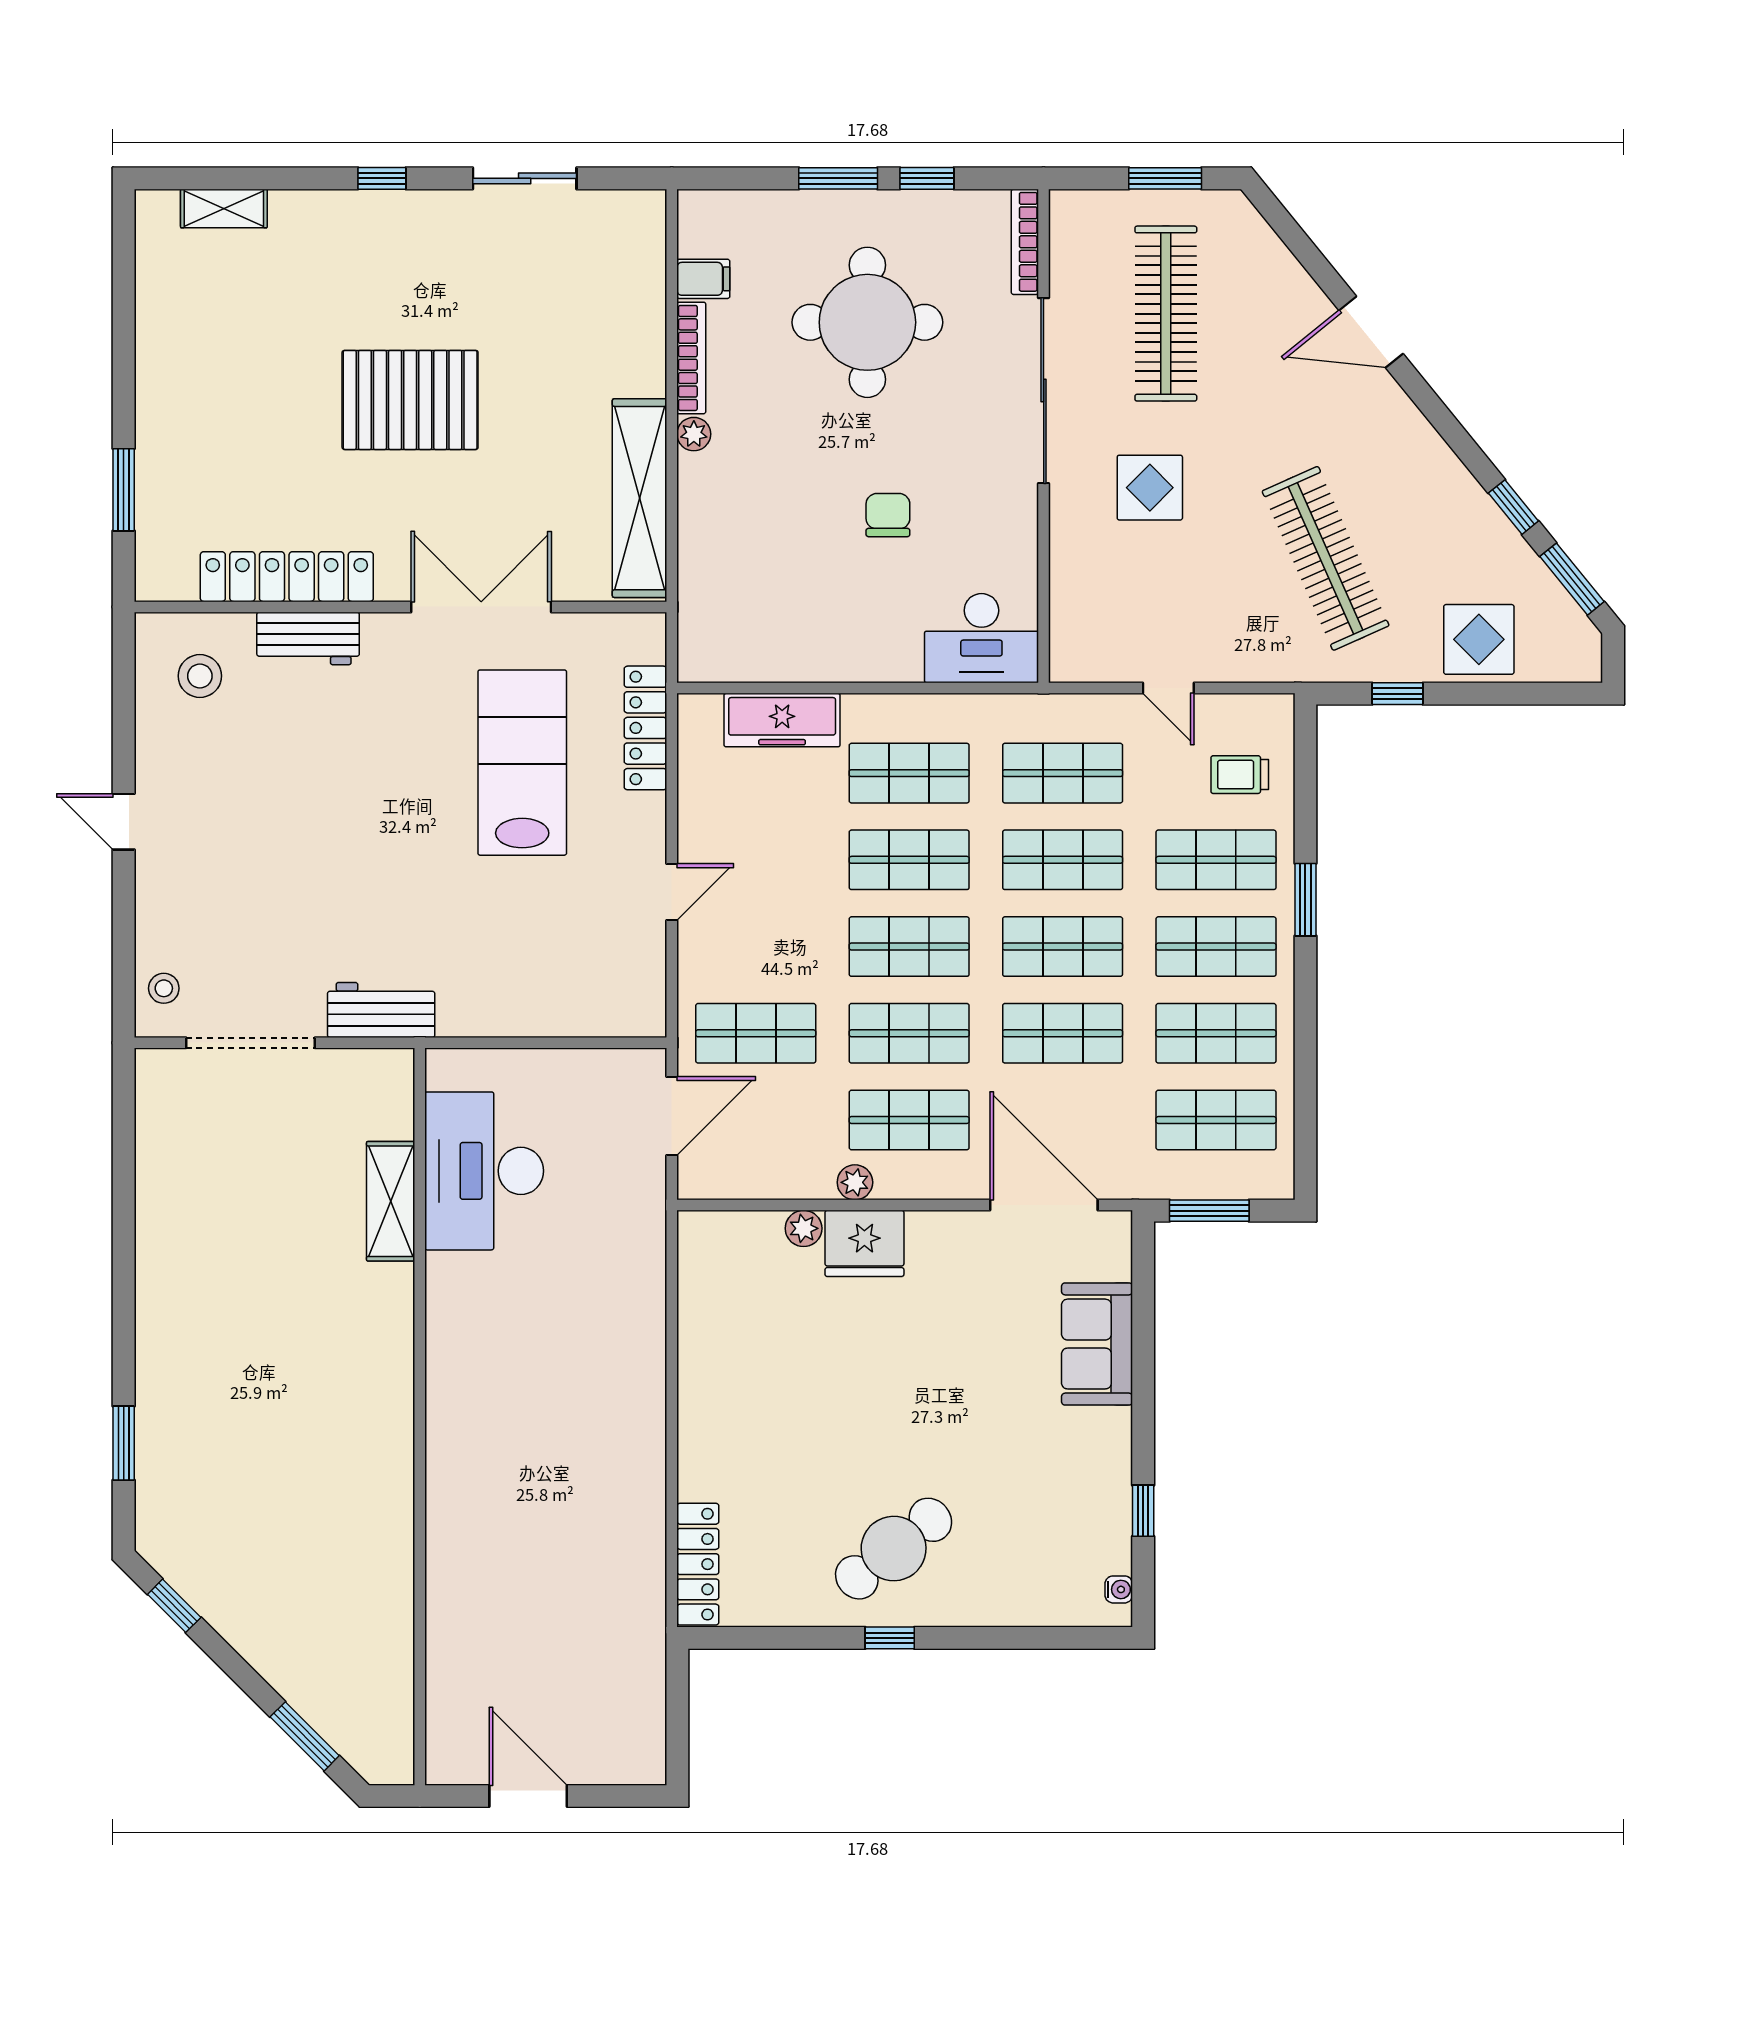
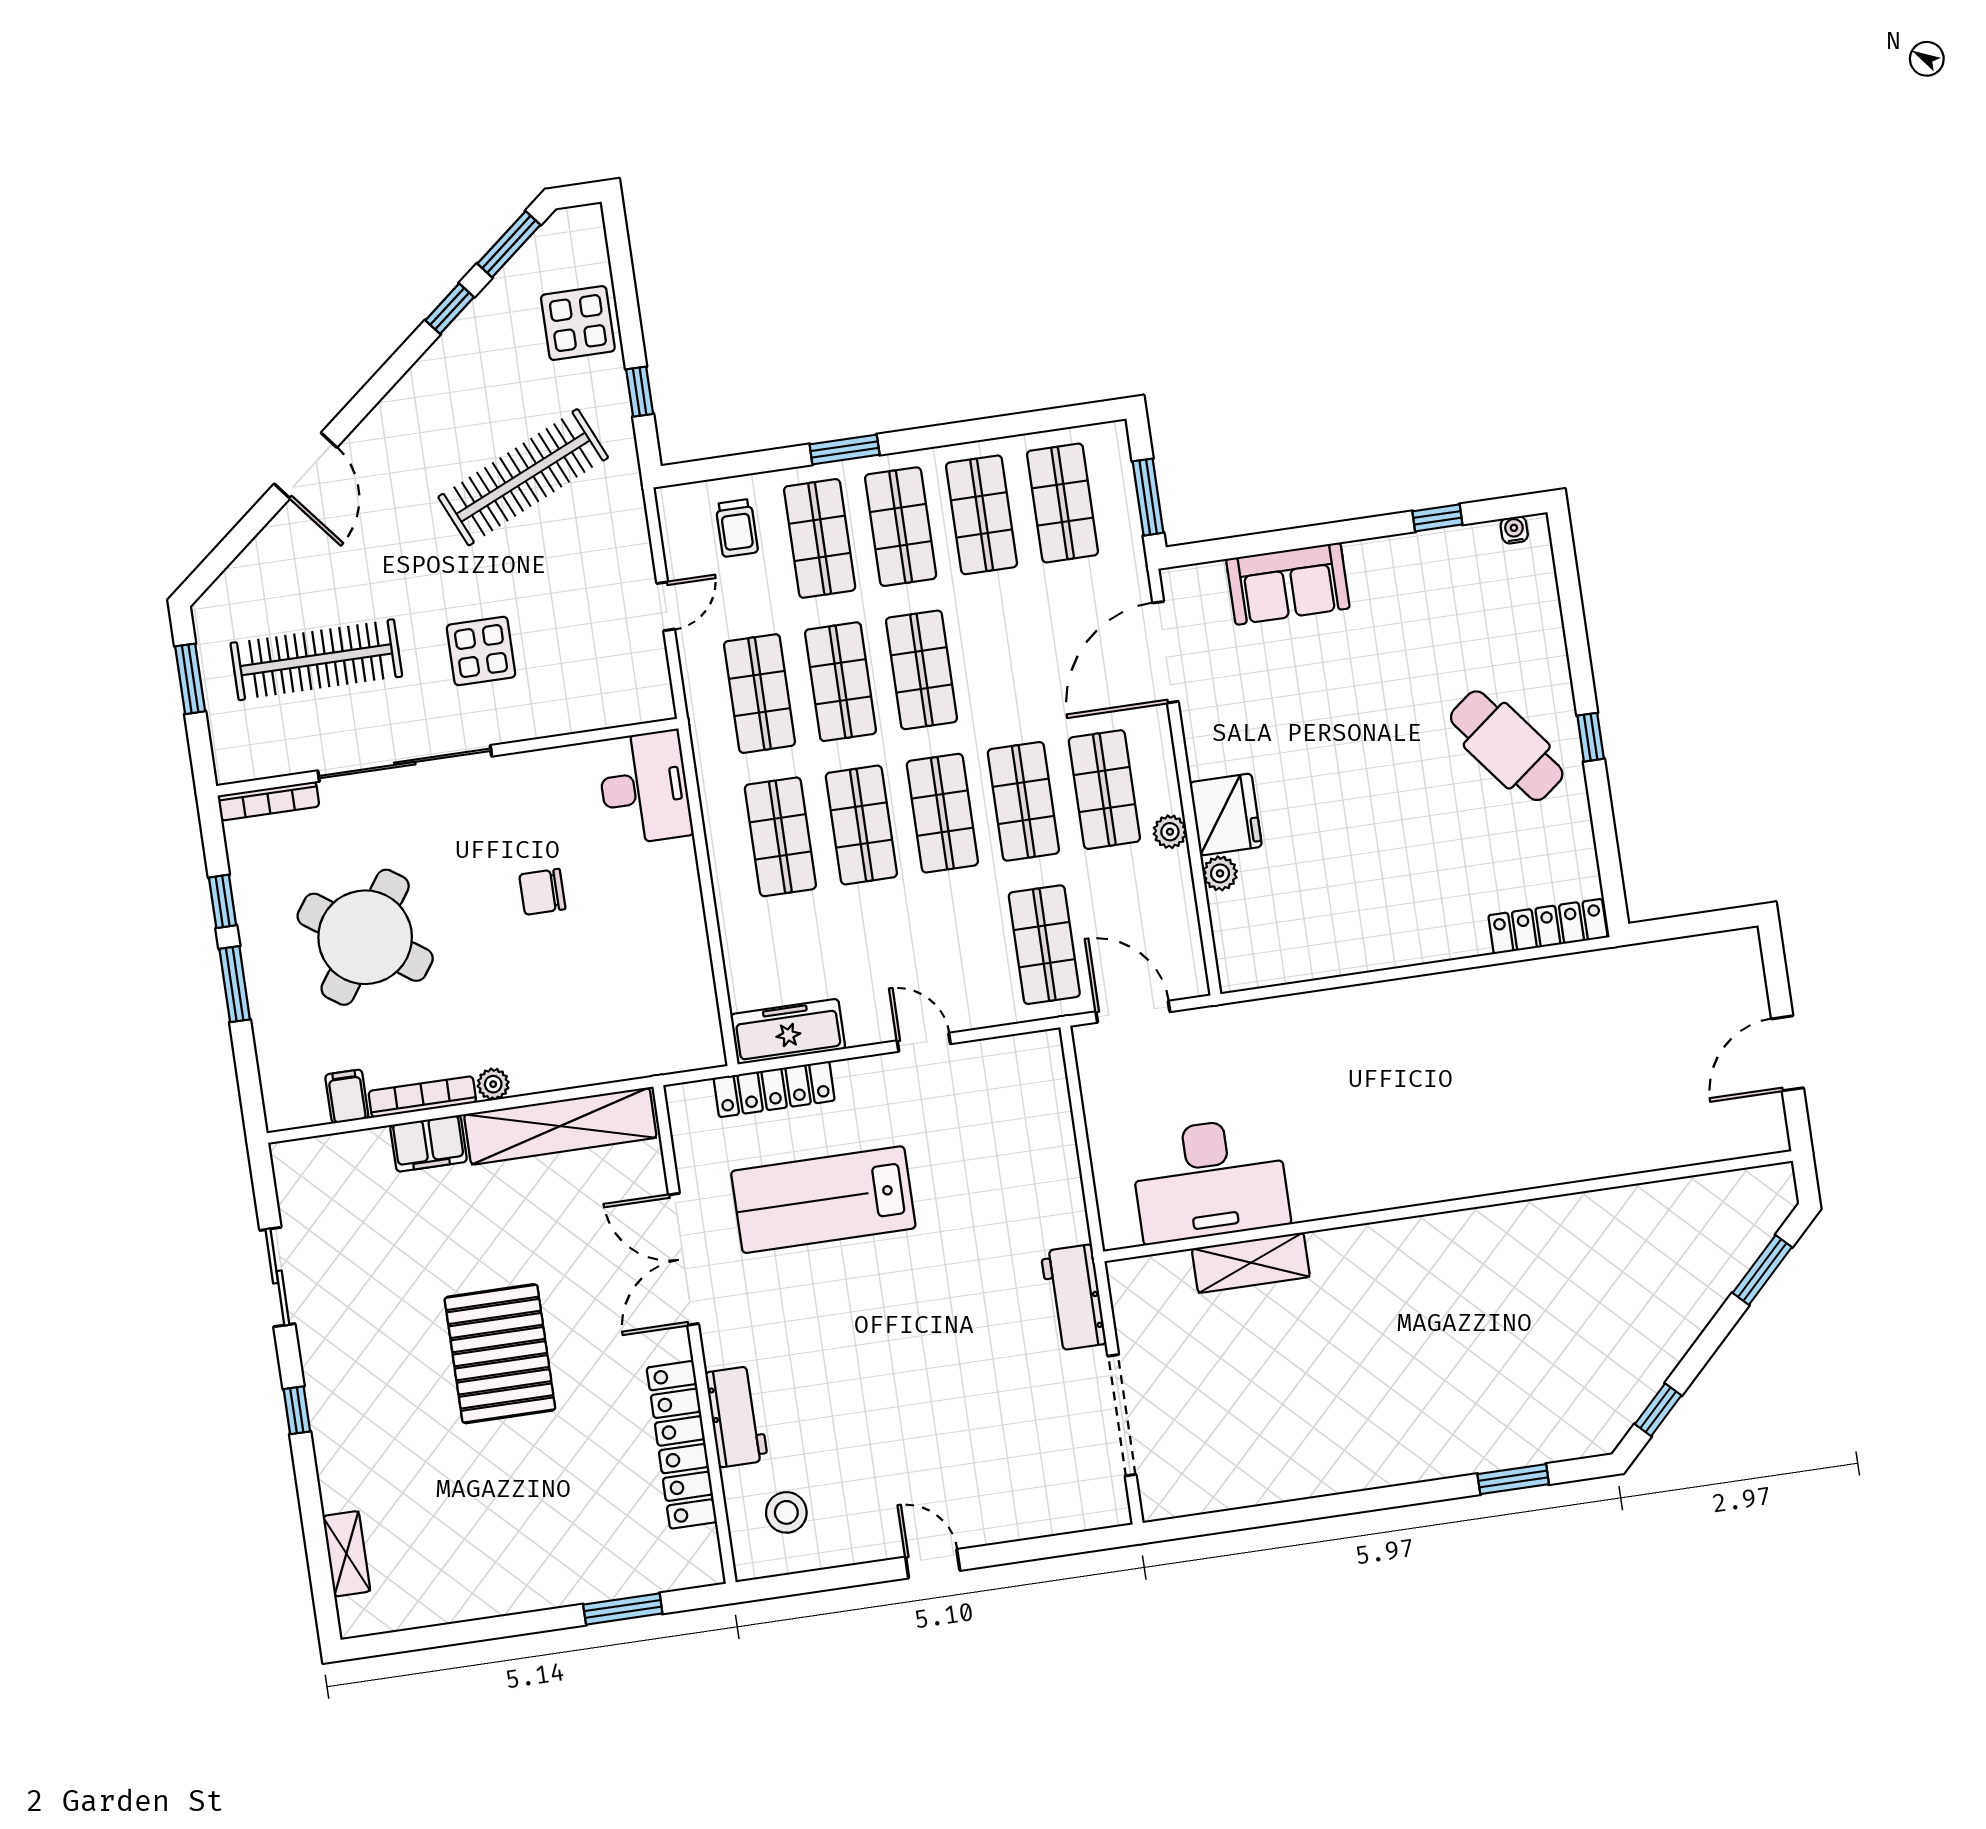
round table: (867, 322) -> (365, 937), turned 35
filing cabinet: (641, 357) -> (429, 1143), added
freezer: (782, 720) -> (788, 1032), moved, turned -90
door: (124, 822) -> (933, 1564), swing flipped
stool: (164, 988) -> (1083, 1504), removed
shop shelf: (1063, 1033) -> (1002, 658), removed

